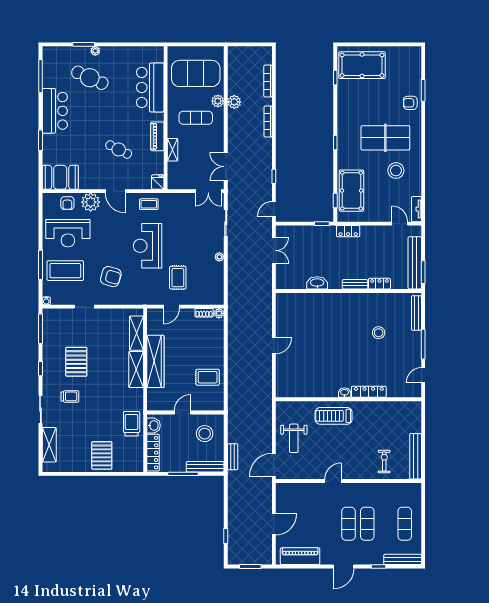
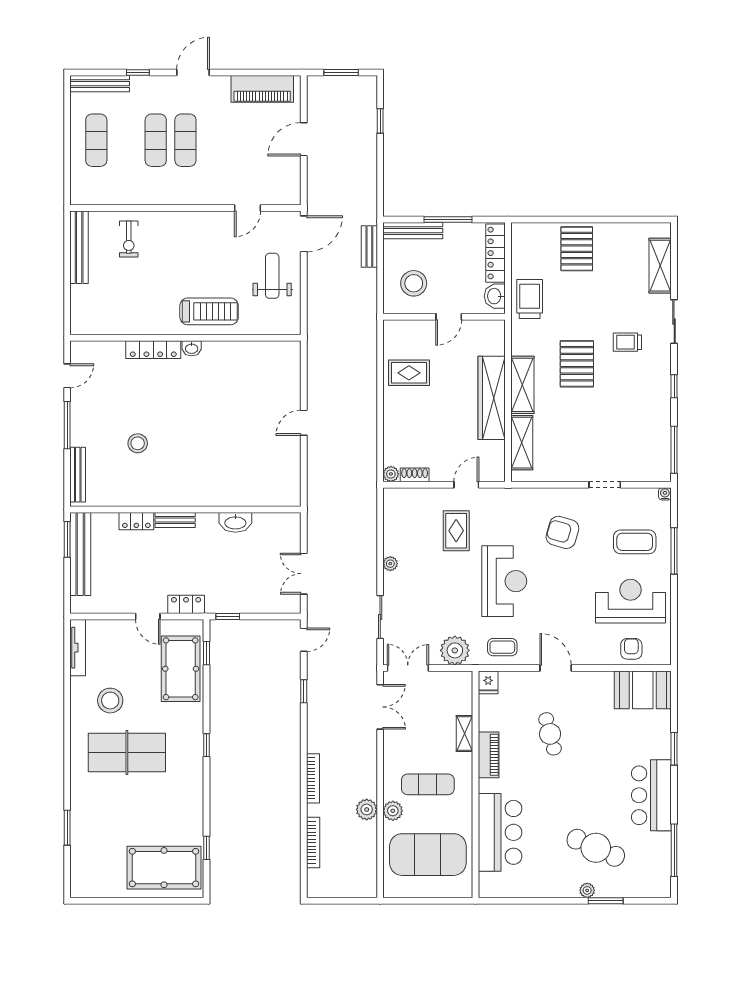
armchair: (410, 103) -> (87, 808), removed
cafe table: (119, 149) -> (550, 734), turned 48
plant: (91, 202) -> (455, 650), moved
tv unit: (416, 209) -> (78, 648), width x1.41
door: (400, 224) -> (148, 616), moved
coffee table: (65, 271) -> (635, 542), width x0.73, depth x0.76
pallet: (76, 362) -> (577, 364), moved
trolley: (132, 424) -> (530, 299), turned 180
door: (333, 481) -> (248, 208), moved

